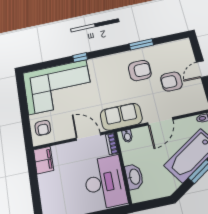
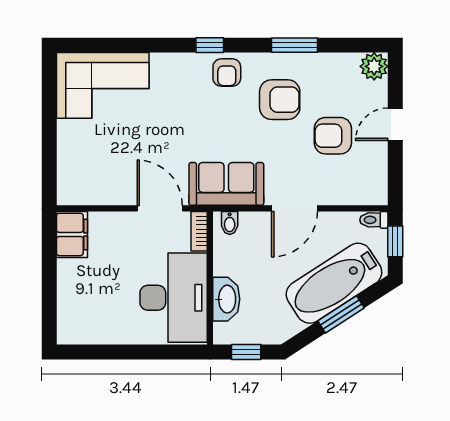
plant: (184, 45) -> (374, 66), added
window: (80, 57) -> (210, 45), moved
corner sofa: (58, 87) -> (103, 85), width x0.73, depth x0.74
armchair: (43, 128) -> (227, 73), moved
window: (152, 204) -> (246, 352), added

